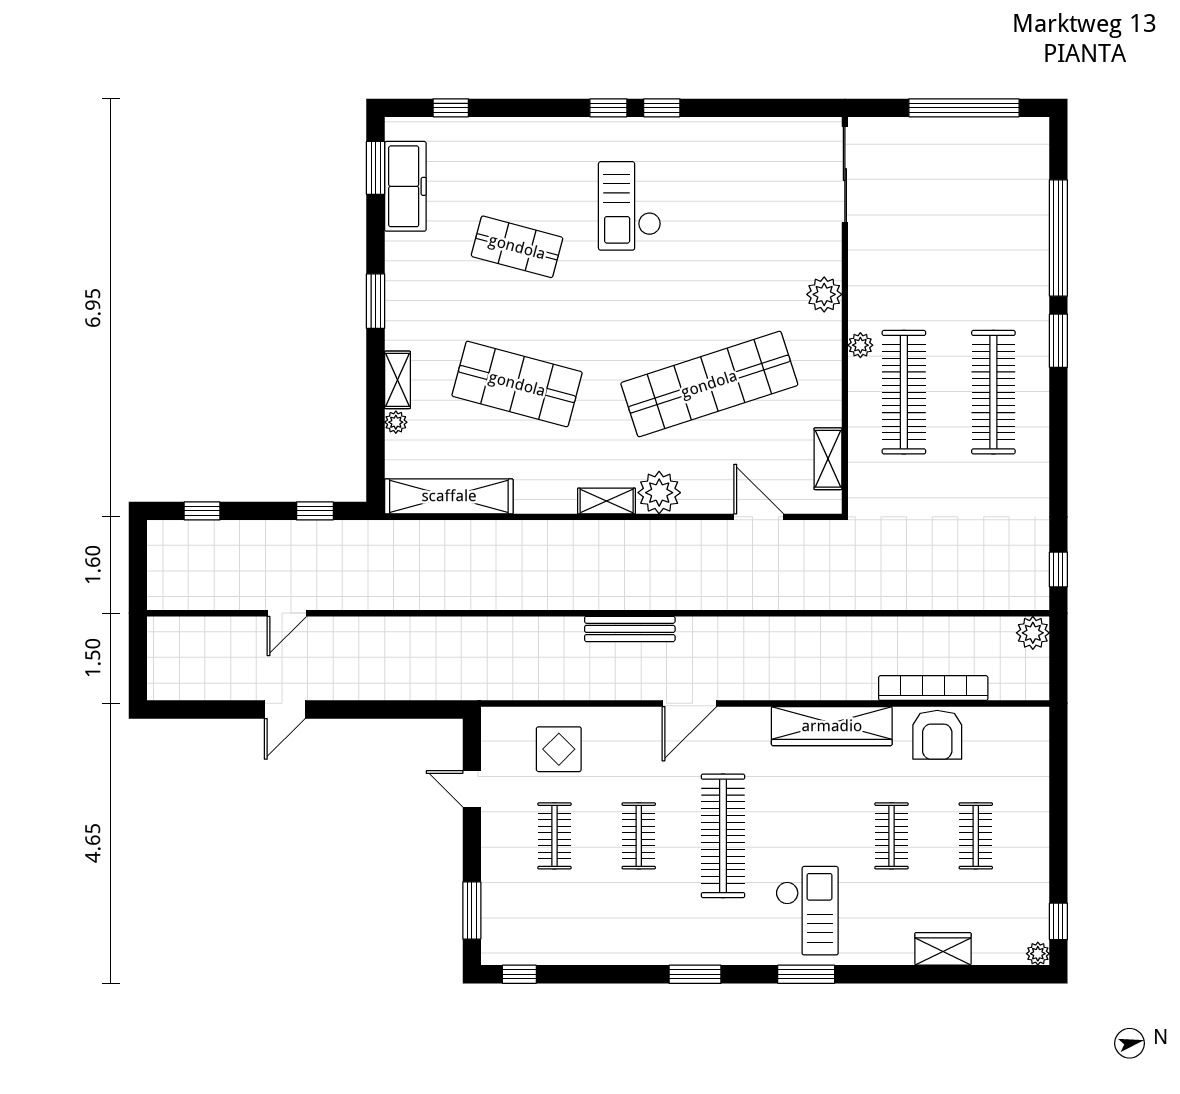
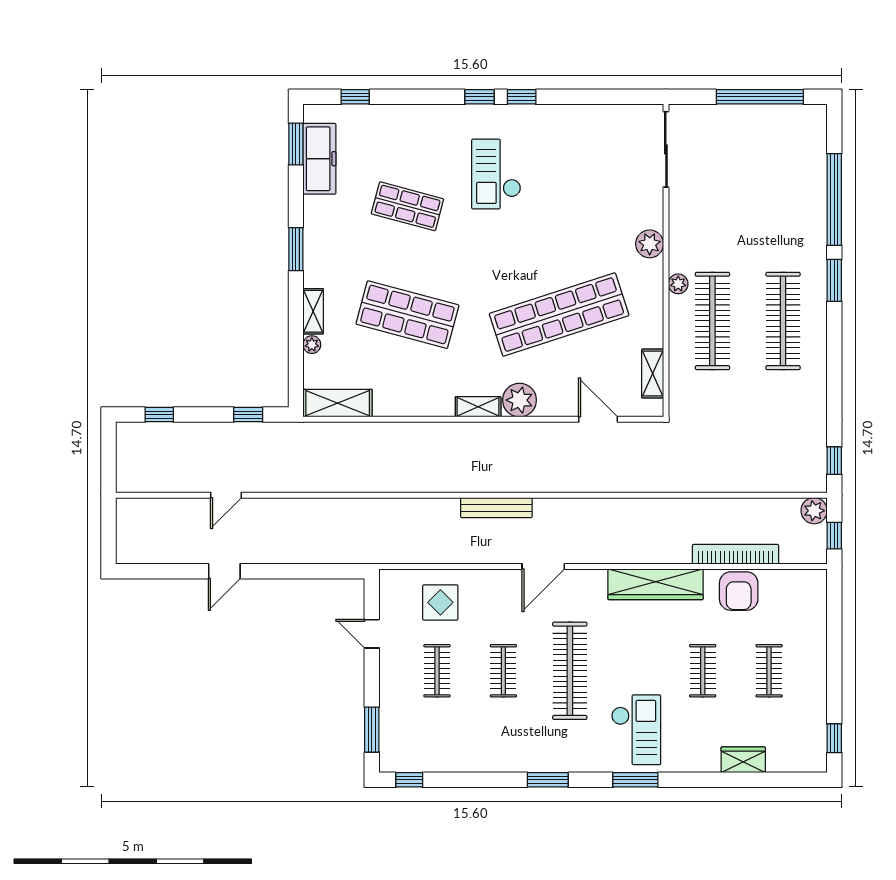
shelving: (449, 496) -> (338, 403), width x0.68
window: (1058, 664) -> (834, 536), added
plant: (1038, 954) -> (818, 764), removed

